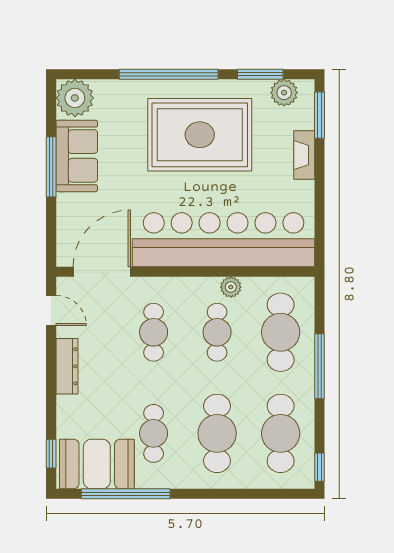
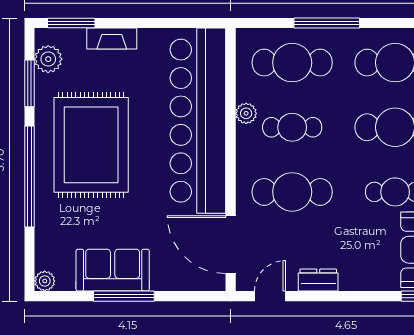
plant: (75, 98) -> (45, 281), width x0.53, depth x0.53
cafe table: (154, 332) -> (292, 192), width x1.37, depth x1.35
dresser: (67, 366) -> (318, 280), width x0.70

